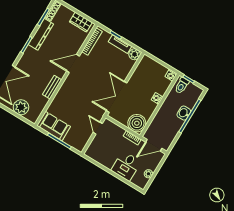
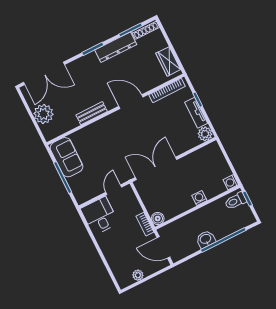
washbasin: (184, 113) -> (206, 239), moved
boiler: (137, 123) -> (158, 219), width x0.54, depth x0.54
desk: (126, 166) -> (100, 216), moved, turned 90

